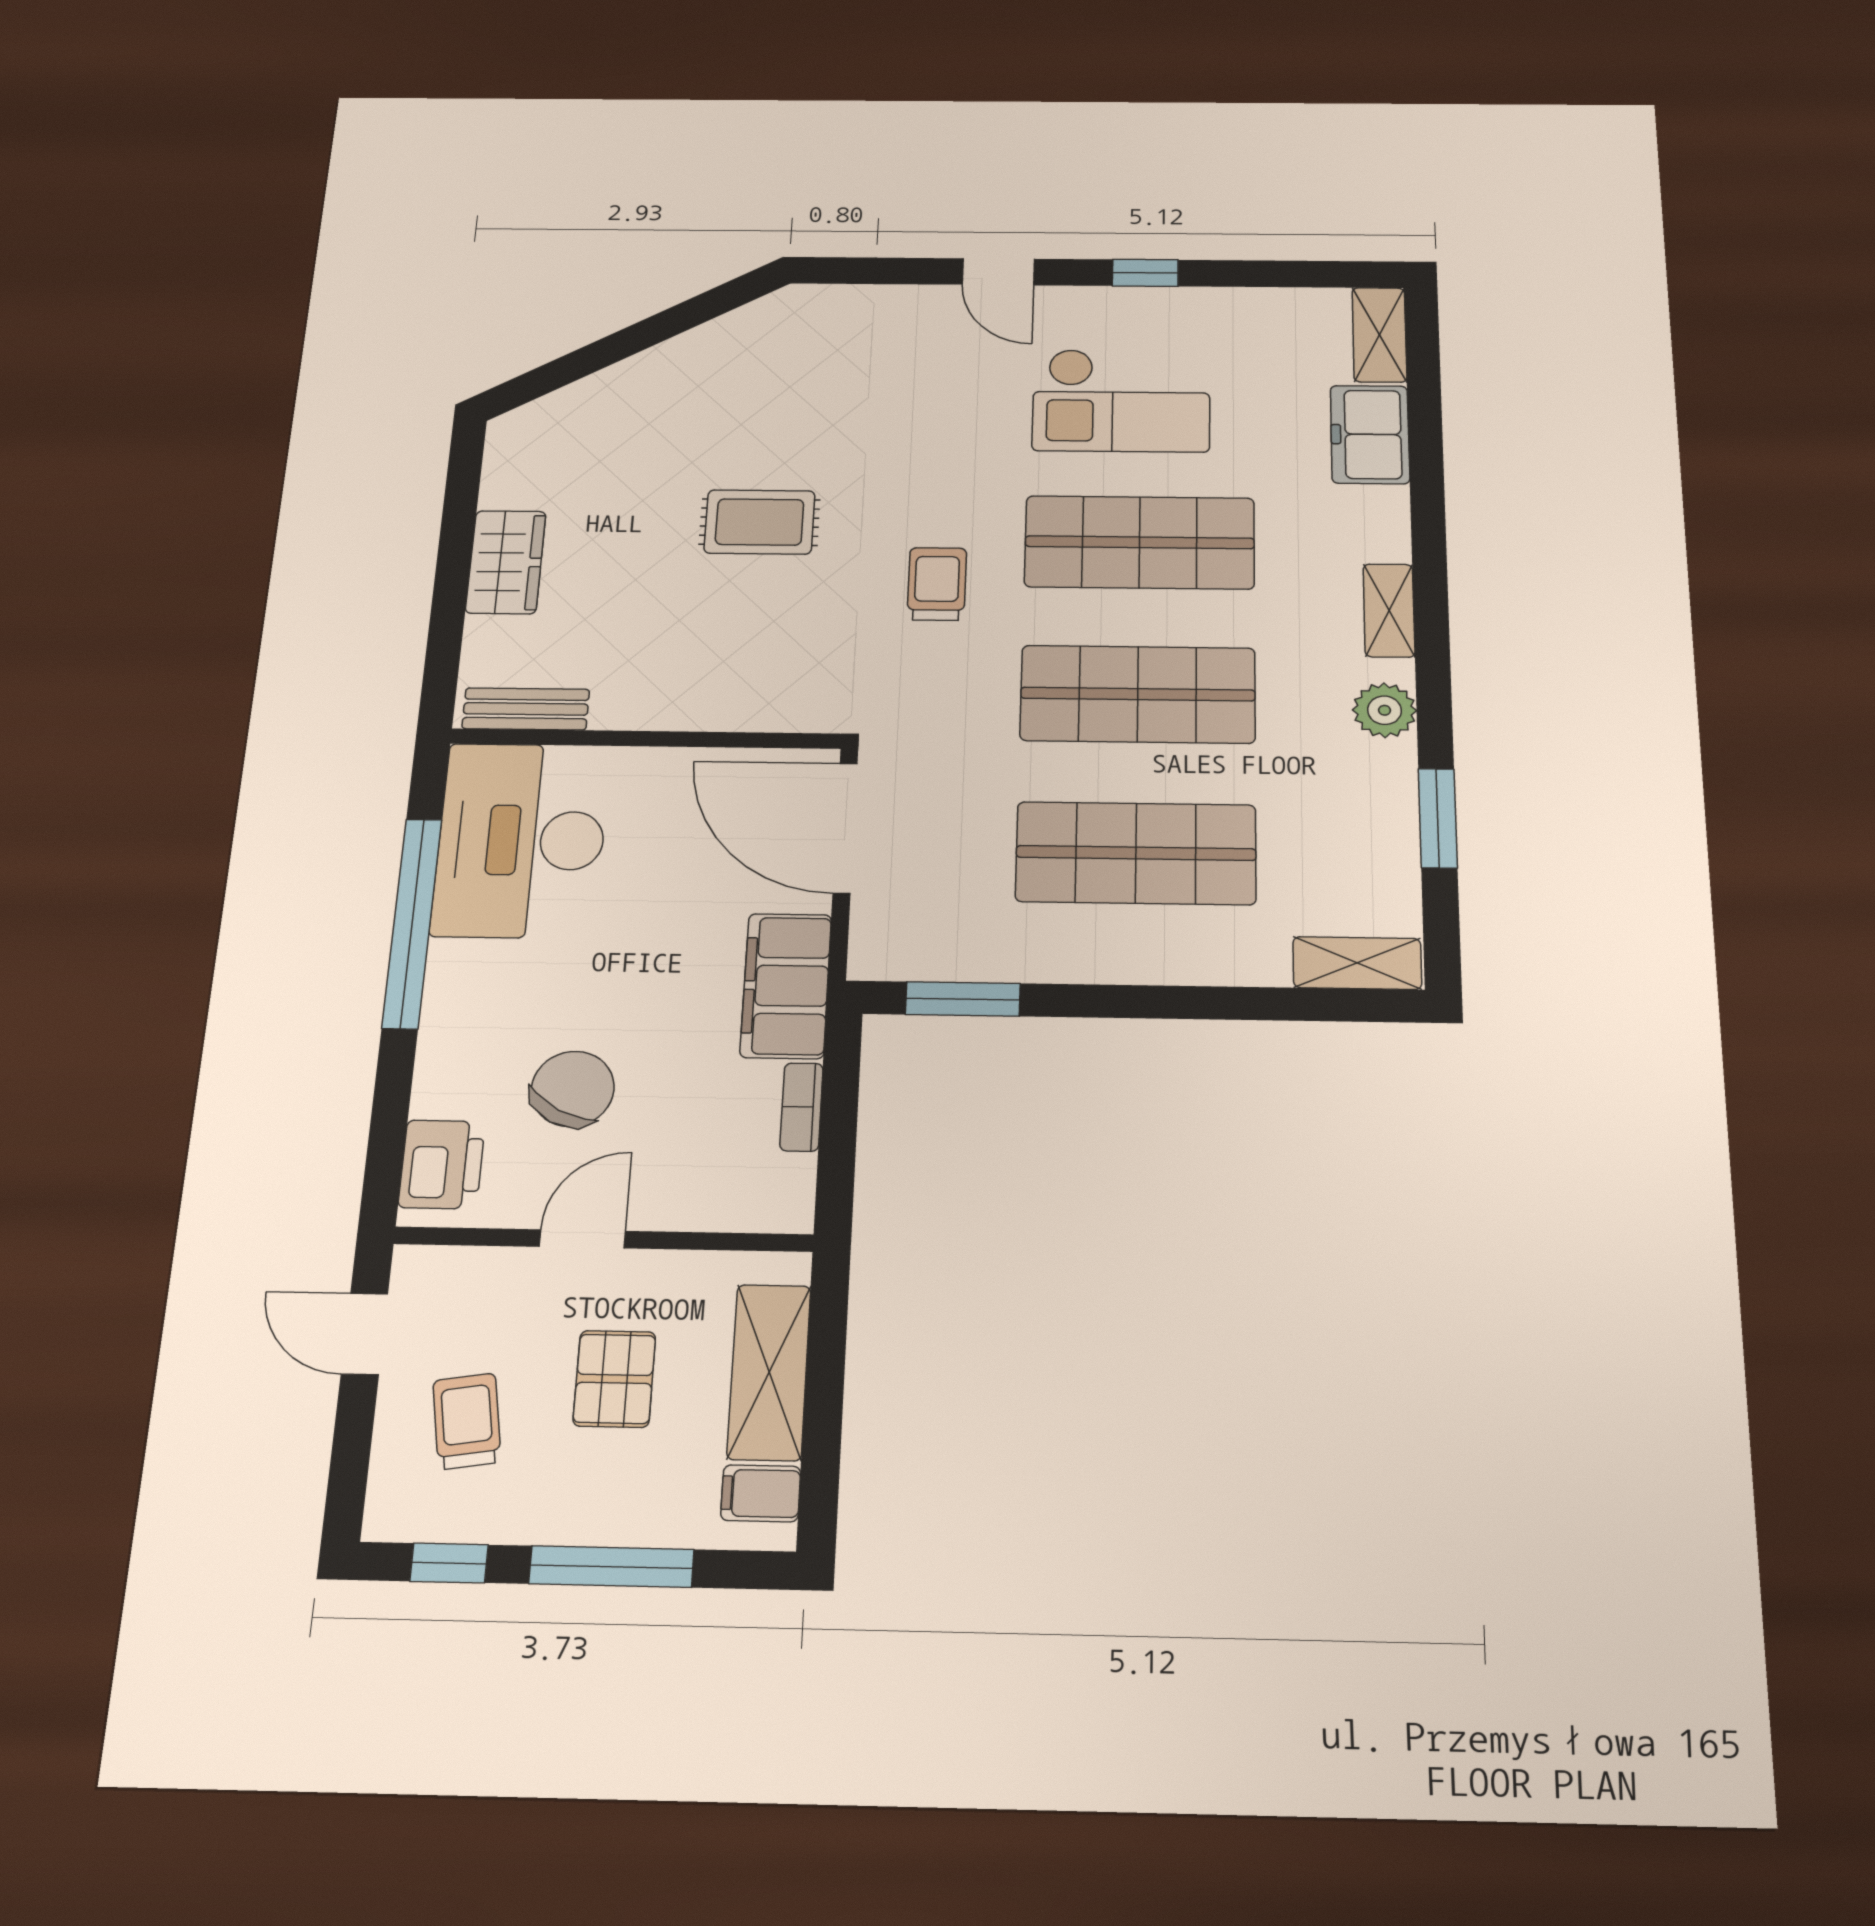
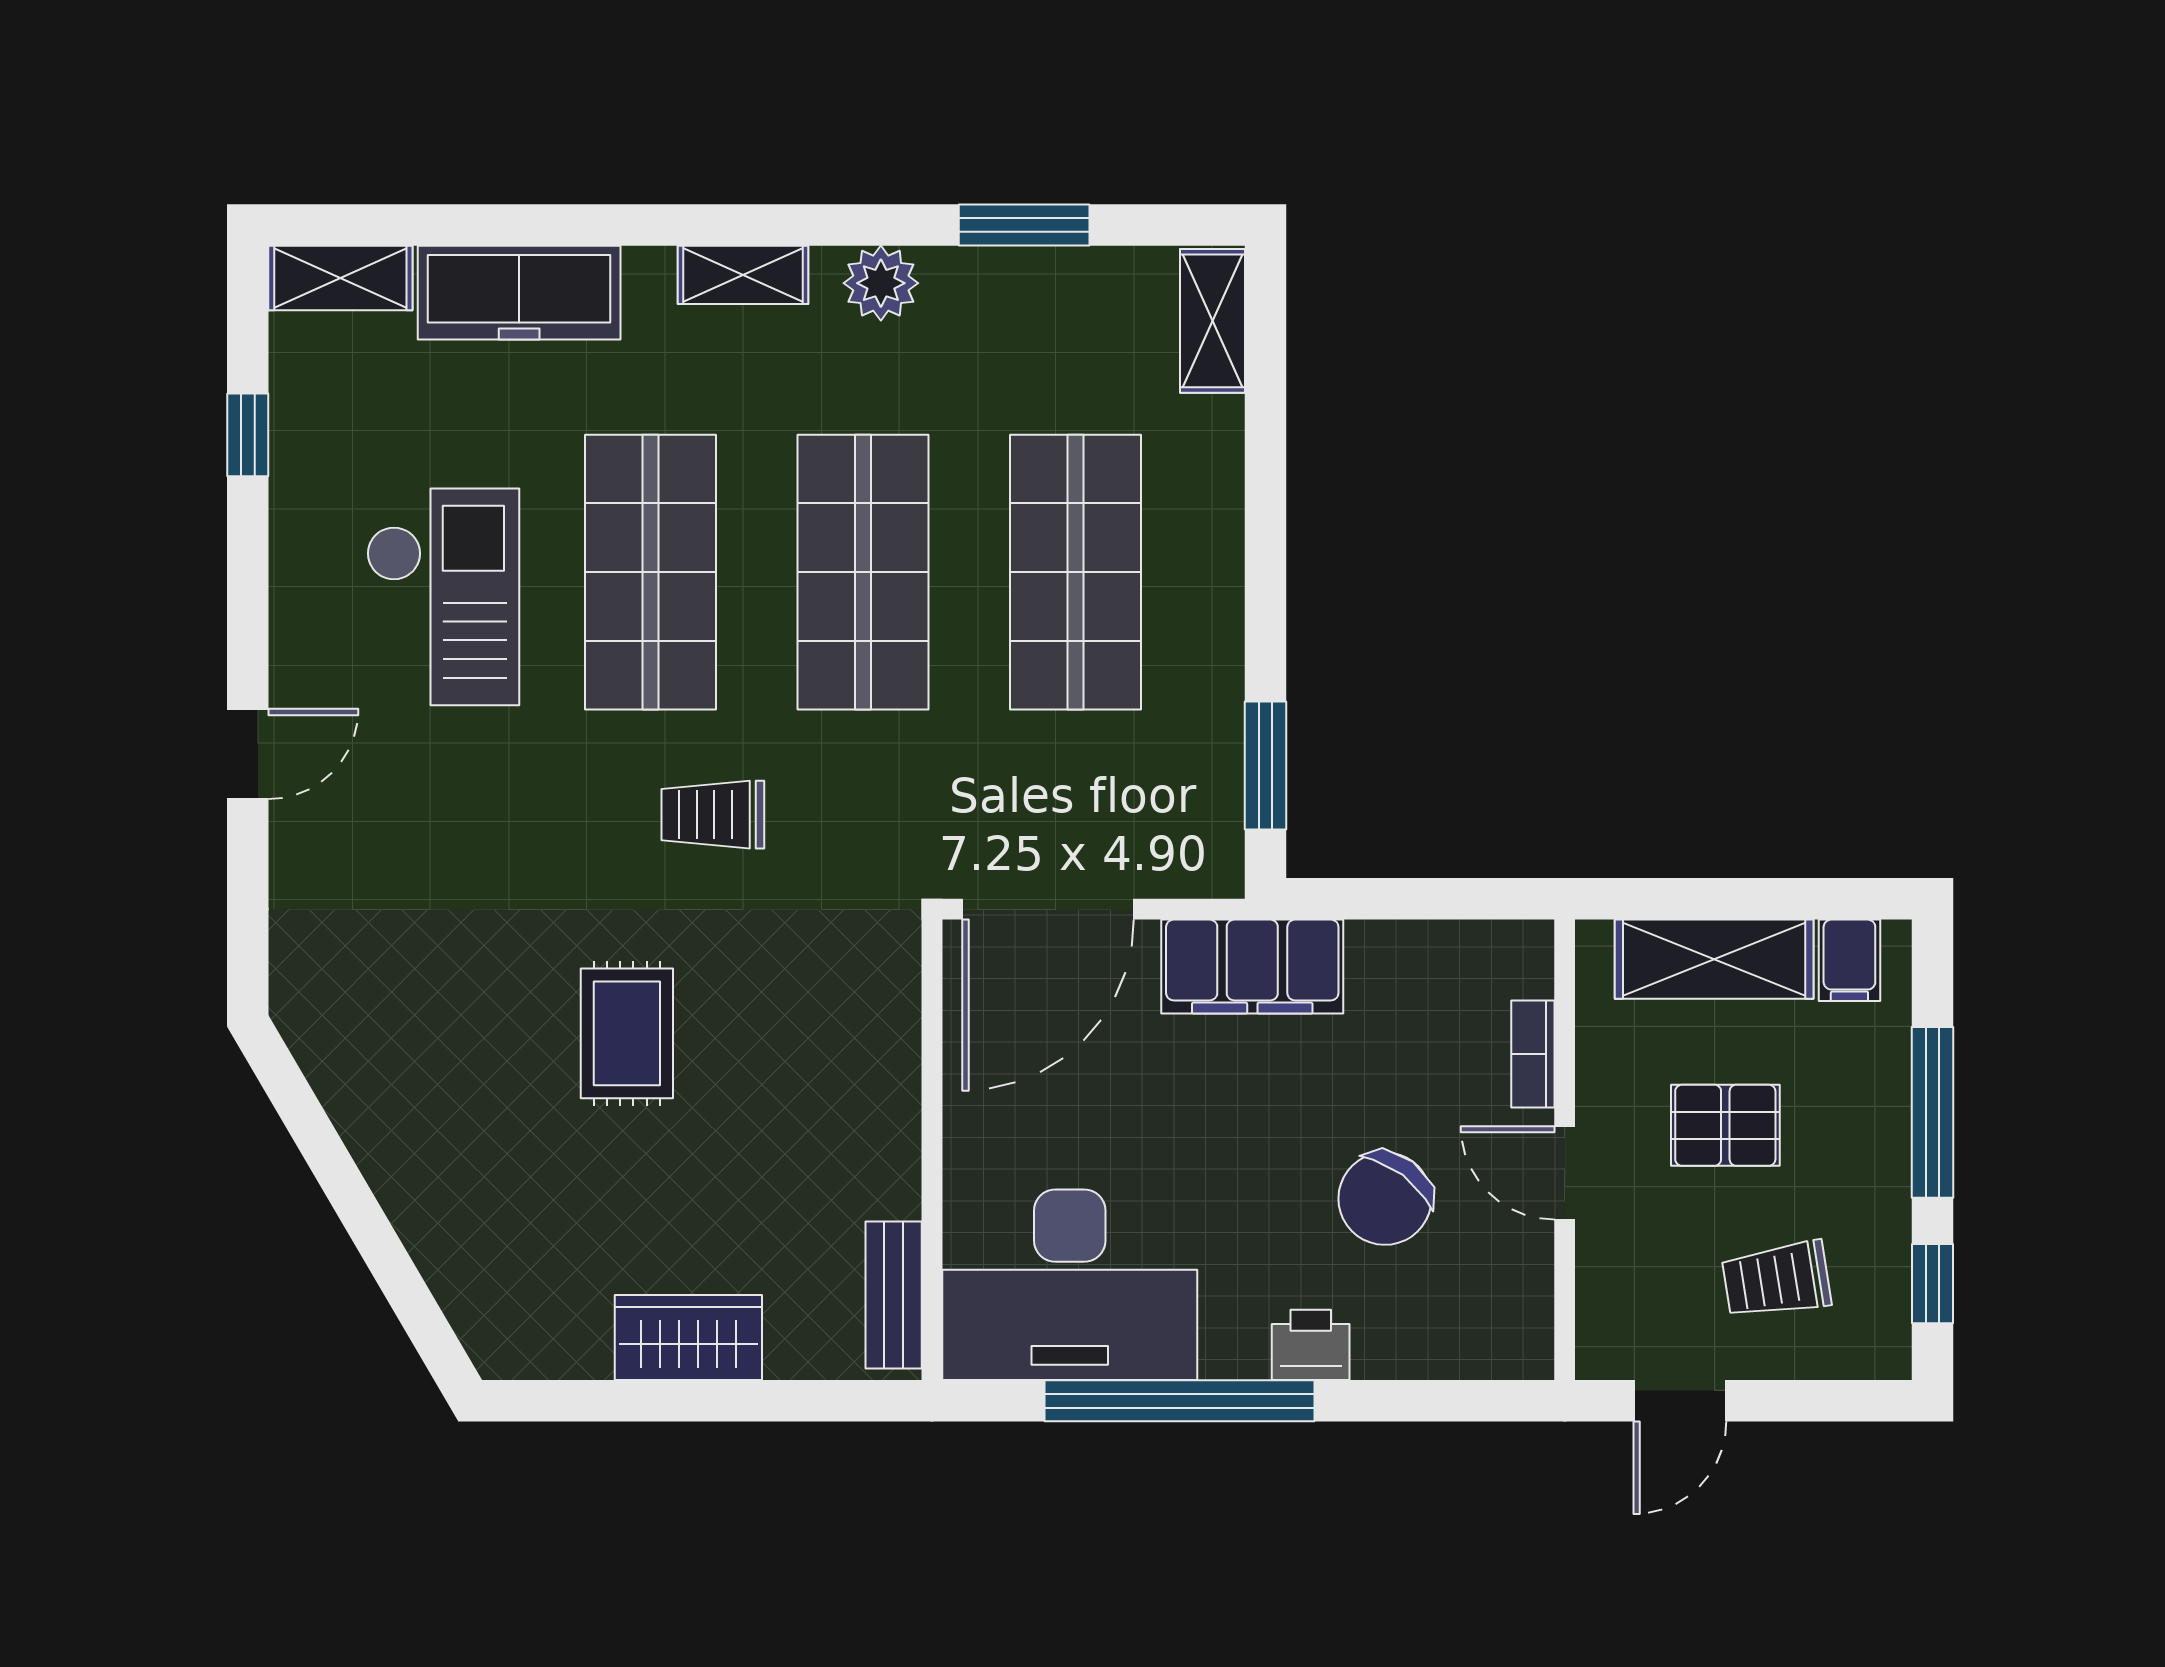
window: (1145, 273) -> (248, 435), moved
freezer: (1370, 434) -> (519, 293), width x1.40
chair: (573, 1089) -> (1385, 1199), turned -81
bookcase: (801, 1107) -> (1533, 1054), moved, turned 90
printer: (442, 1164) -> (1311, 1345), moved, width x0.73, depth x0.81

